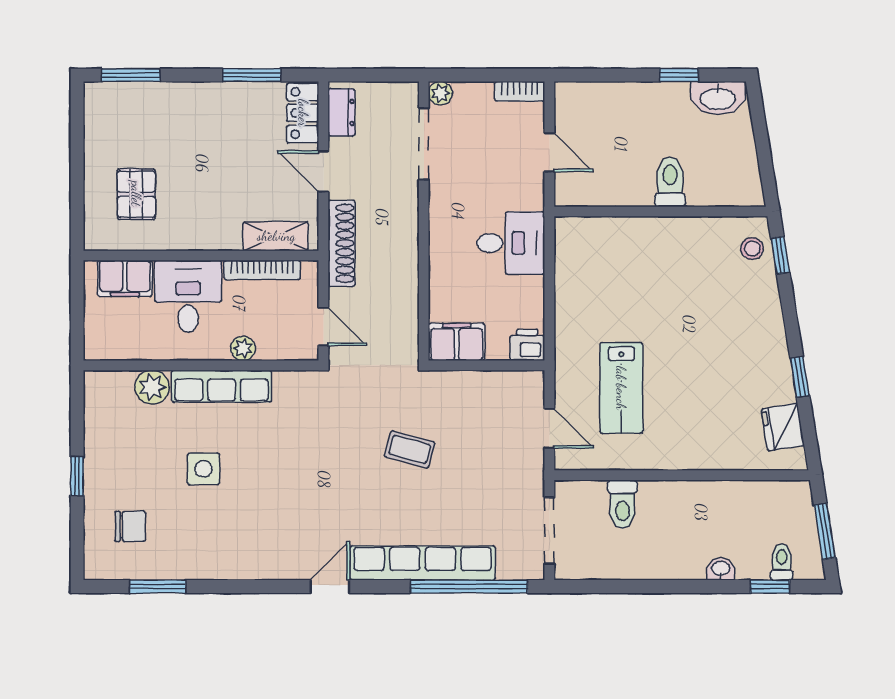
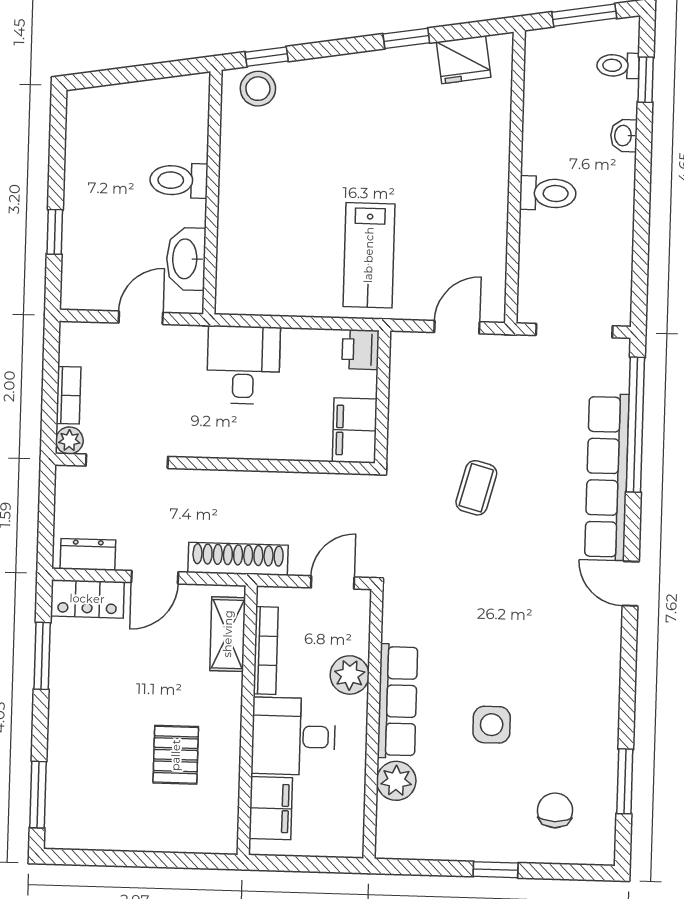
window: (679, 75) -> (55, 232), moved
bookcase: (520, 91) -> (69, 395), moved
washbasin: (718, 98) -> (186, 259), moved, turned 180
pallet: (136, 194) -> (176, 755), moved, turned 90
stool: (752, 249) -> (258, 89), width x1.37, depth x1.37
plant: (243, 348) -> (350, 675), width x1.38, depth x1.38
lab bench: (621, 388) -> (369, 255), moved, turned 90
toilet: (622, 504) -> (548, 193), moved

